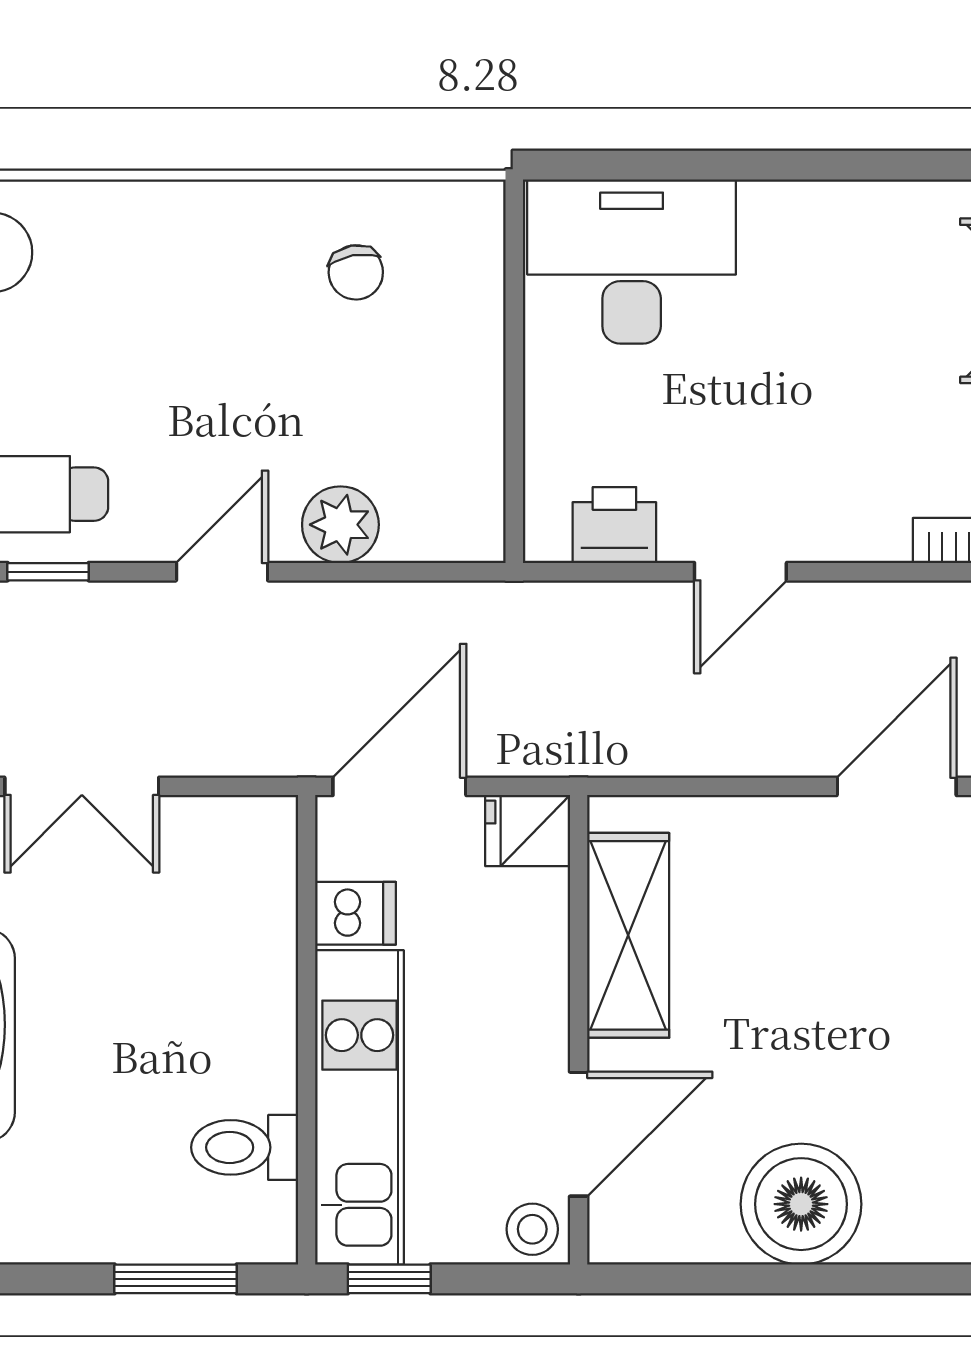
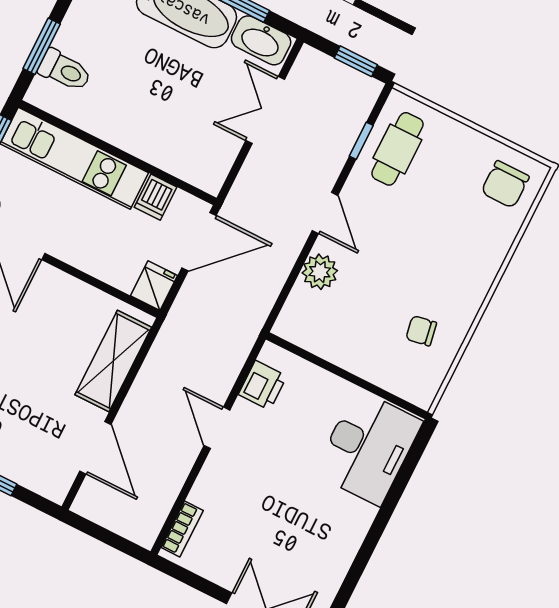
door: (399, 786) -> (199, 242), hinge flipped
shelving: (628, 935) -> (113, 361), moved, turned 90
toilet: (245, 1147) -> (65, 70), moved, turned 90

